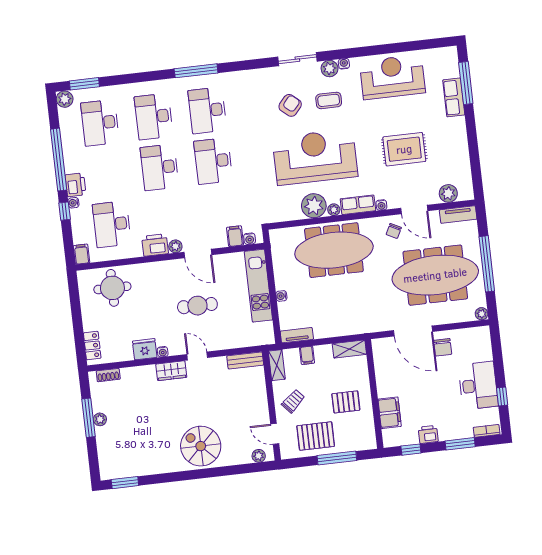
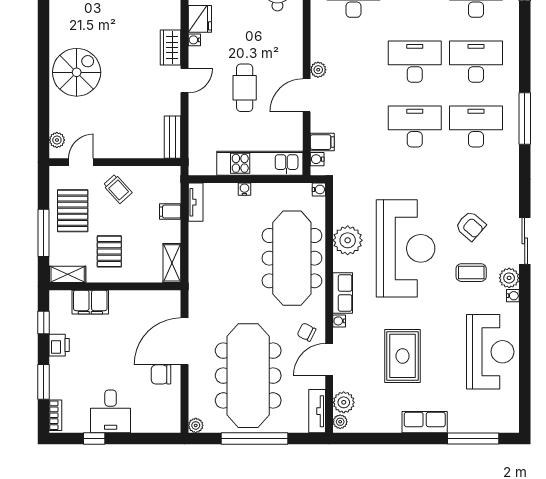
row of seats: (454, 97) -> (425, 422), moved
coffee table: (329, 100) -> (471, 273), turned 90
plant: (334, 210) -> (340, 422), moved
water cooler: (275, 234) -> (319, 189), added
printer: (155, 245) -> (323, 46), removed
shelving: (277, 365) -> (68, 274), moved
desk: (478, 386) -> (111, 411), width x0.73

